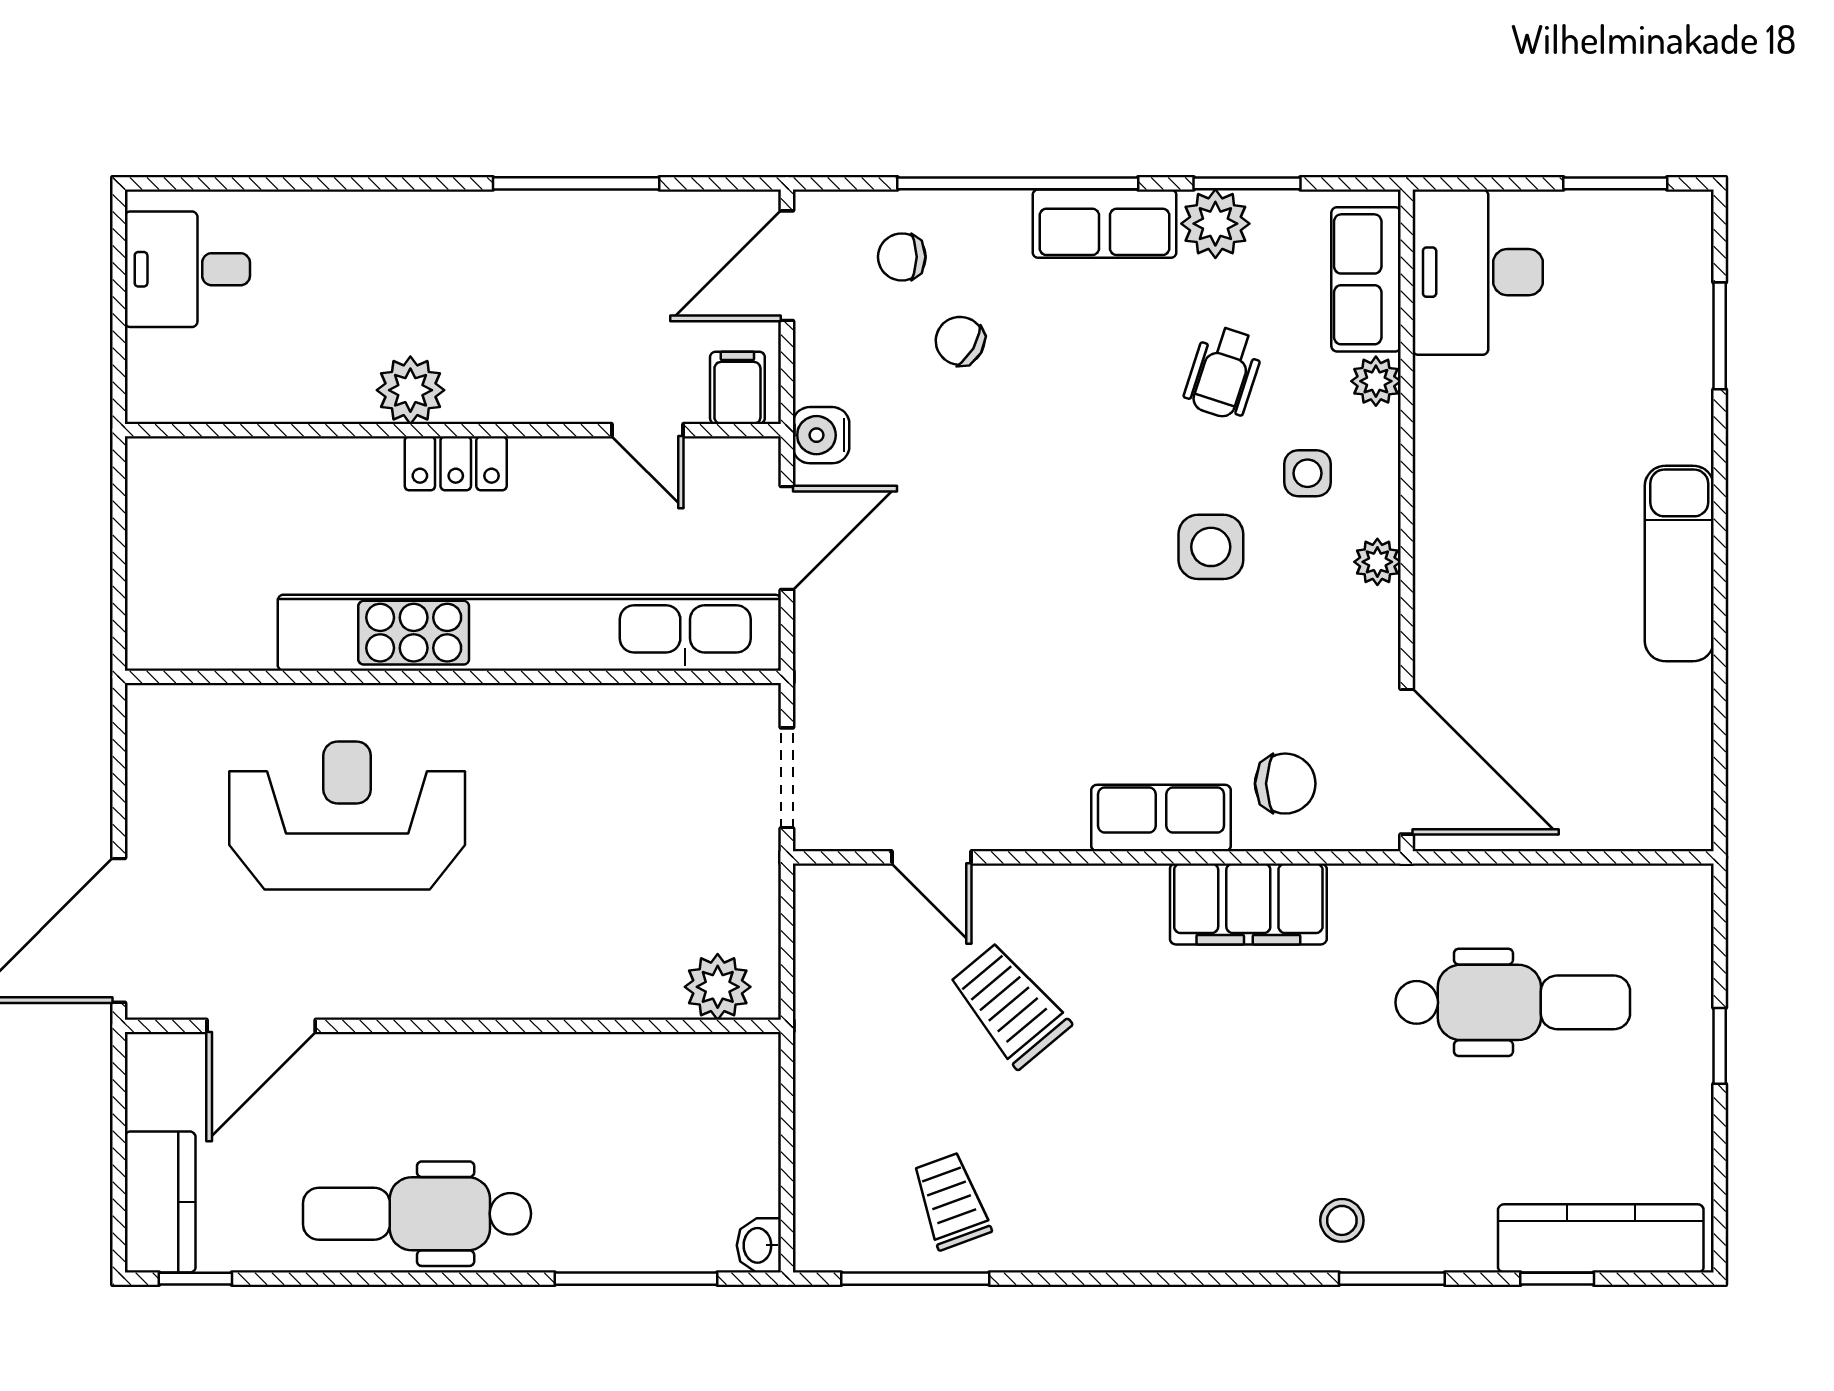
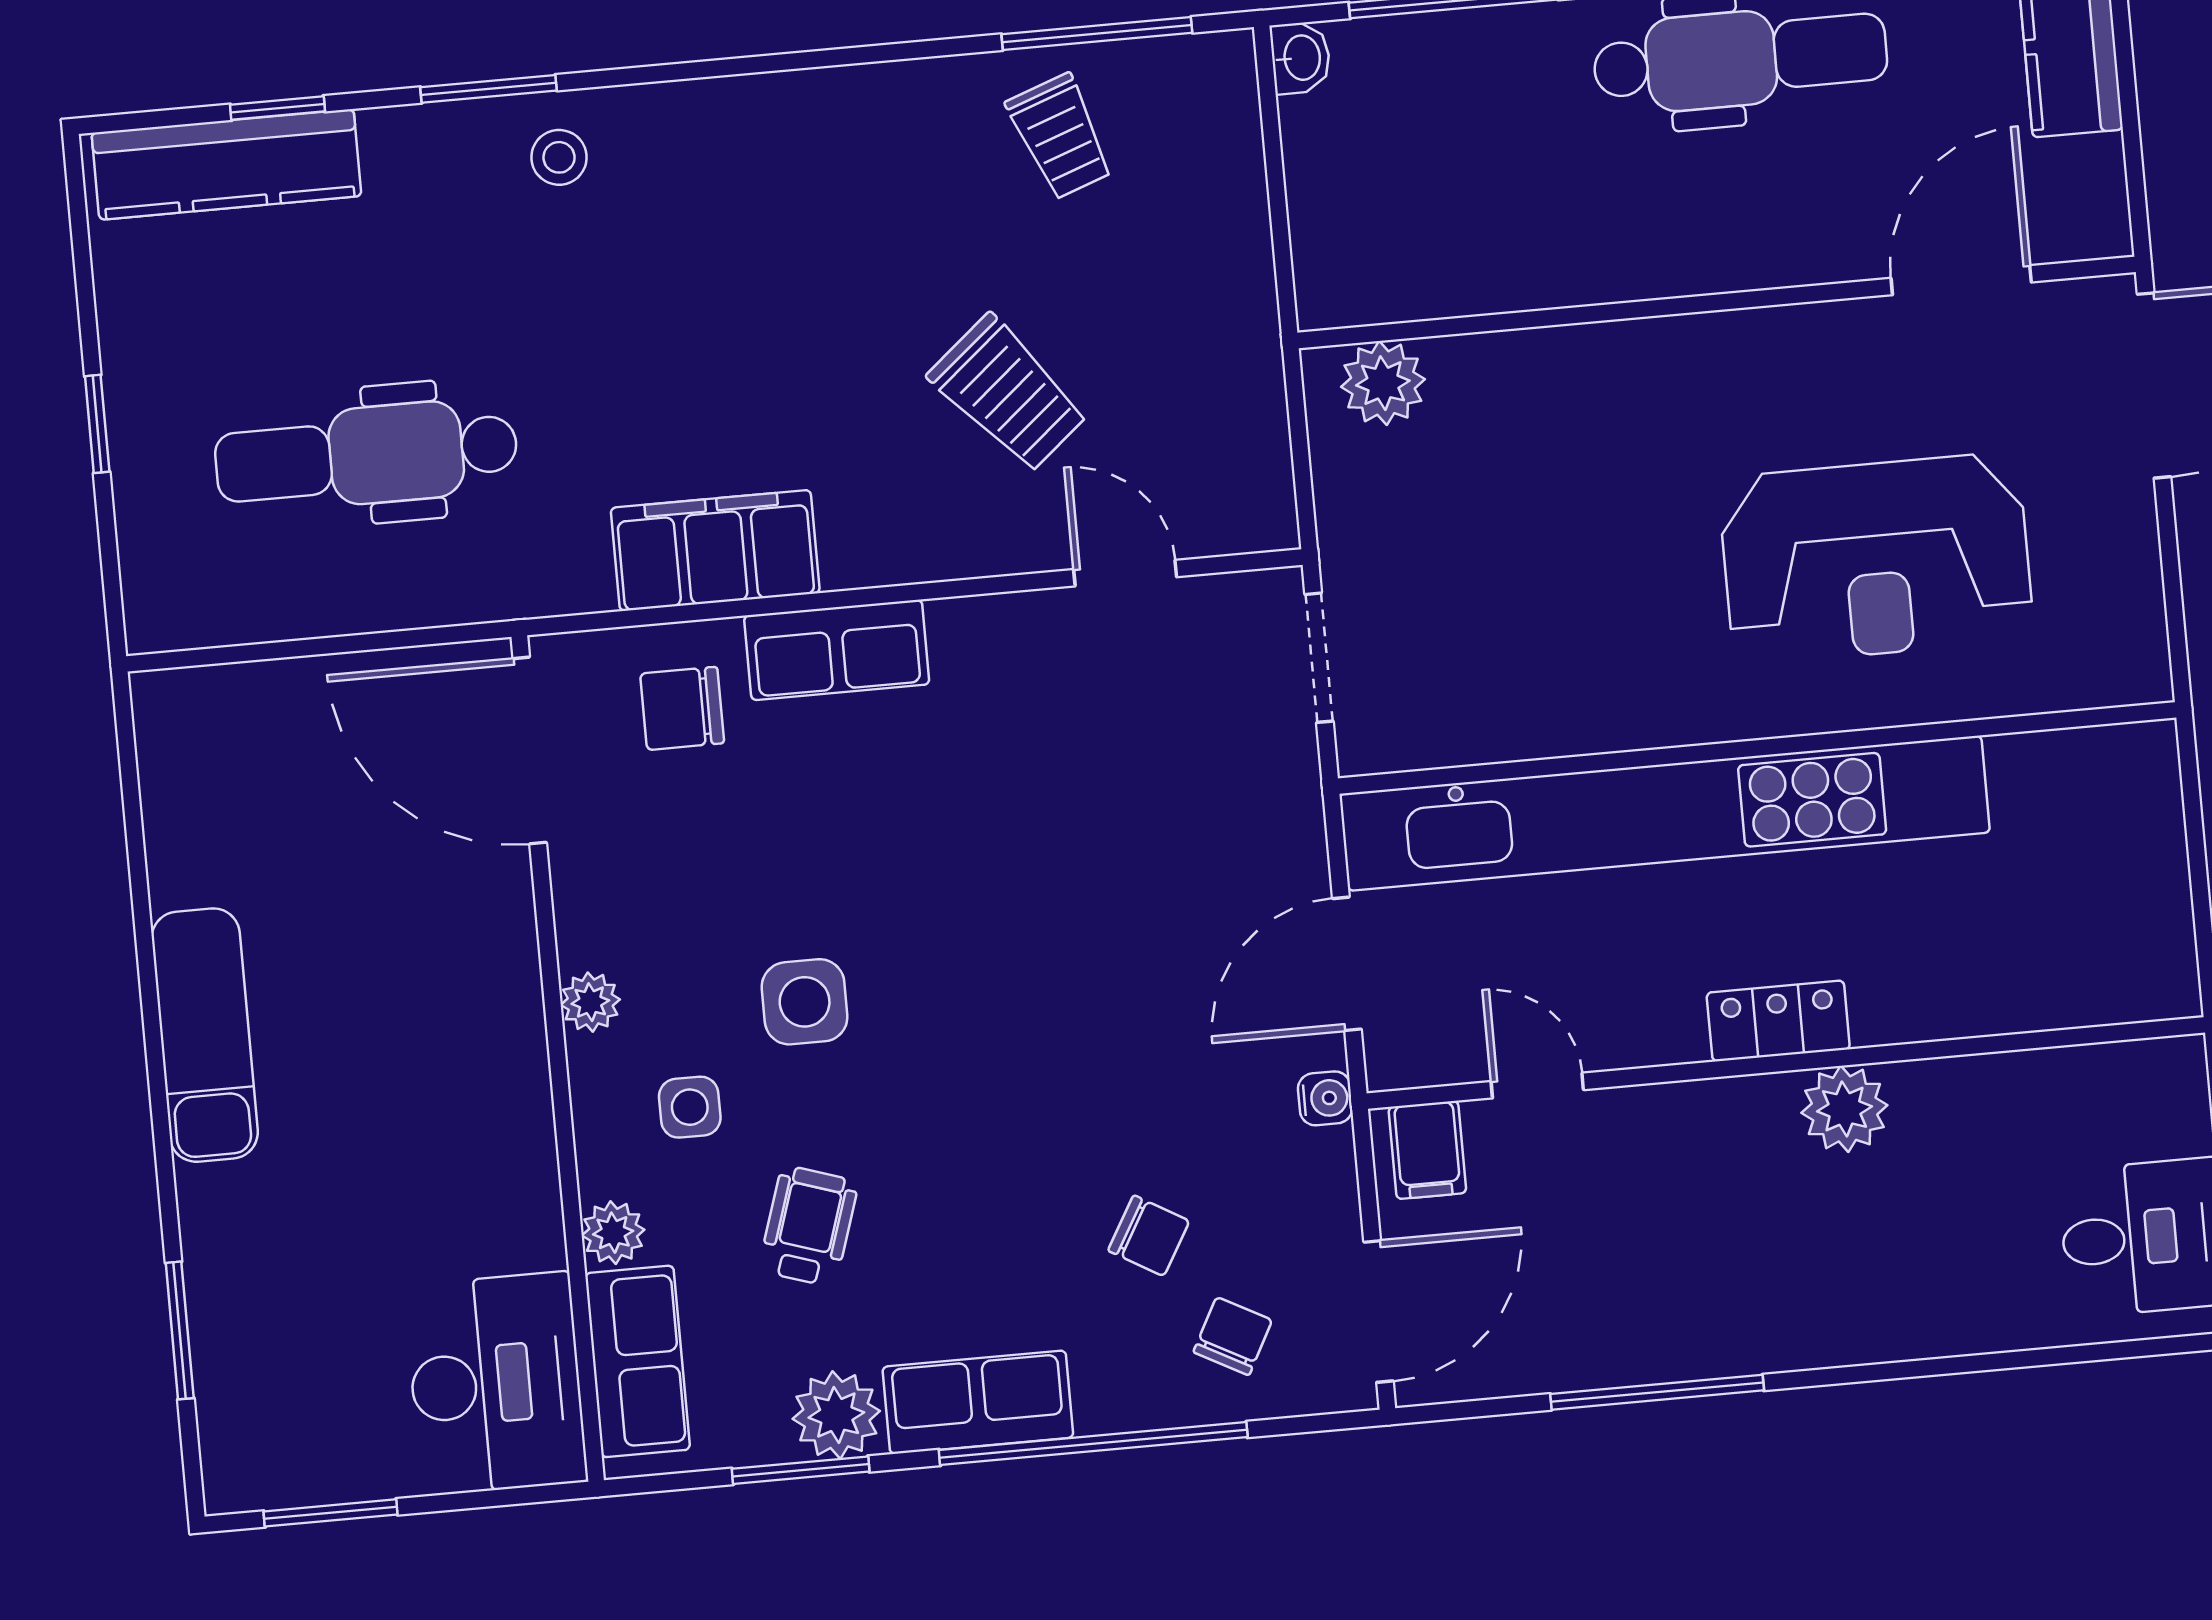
chair: (902, 257) -> (1233, 1336), turned -62
water cooler: (821, 435) -> (1325, 1098), width x0.72, depth x0.72

